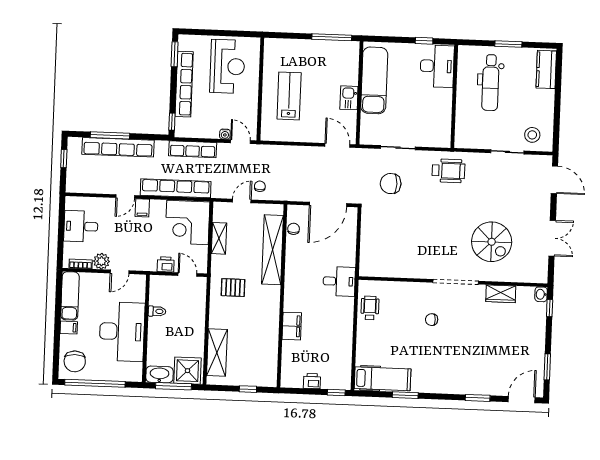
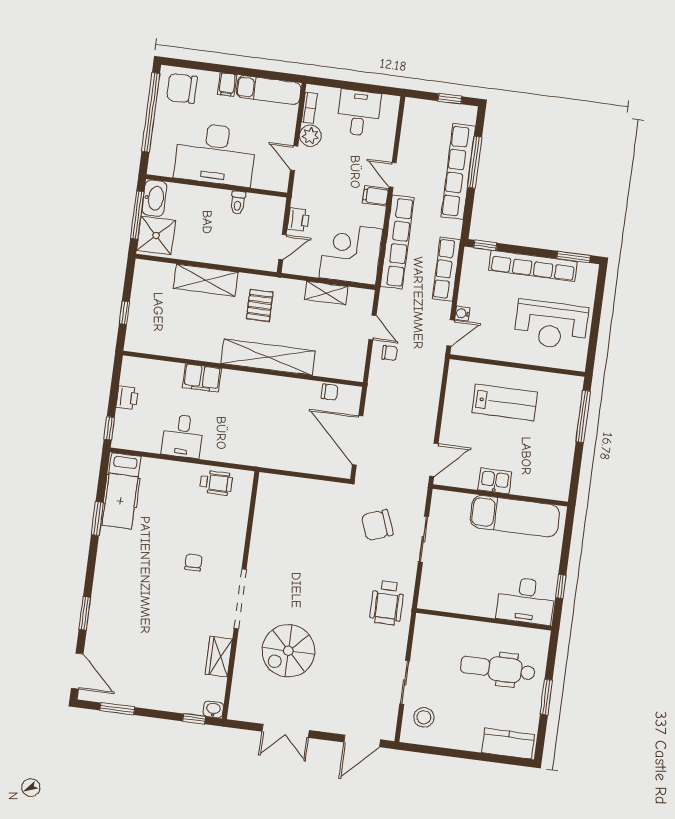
window: (332, 37) -> (583, 416), moved
chair: (391, 184) -> (377, 525), turned -111
shelving: (273, 250) -> (268, 357), moved
desk: (339, 281) -> (183, 436), moved
shelving: (217, 352) -> (206, 280), moved

